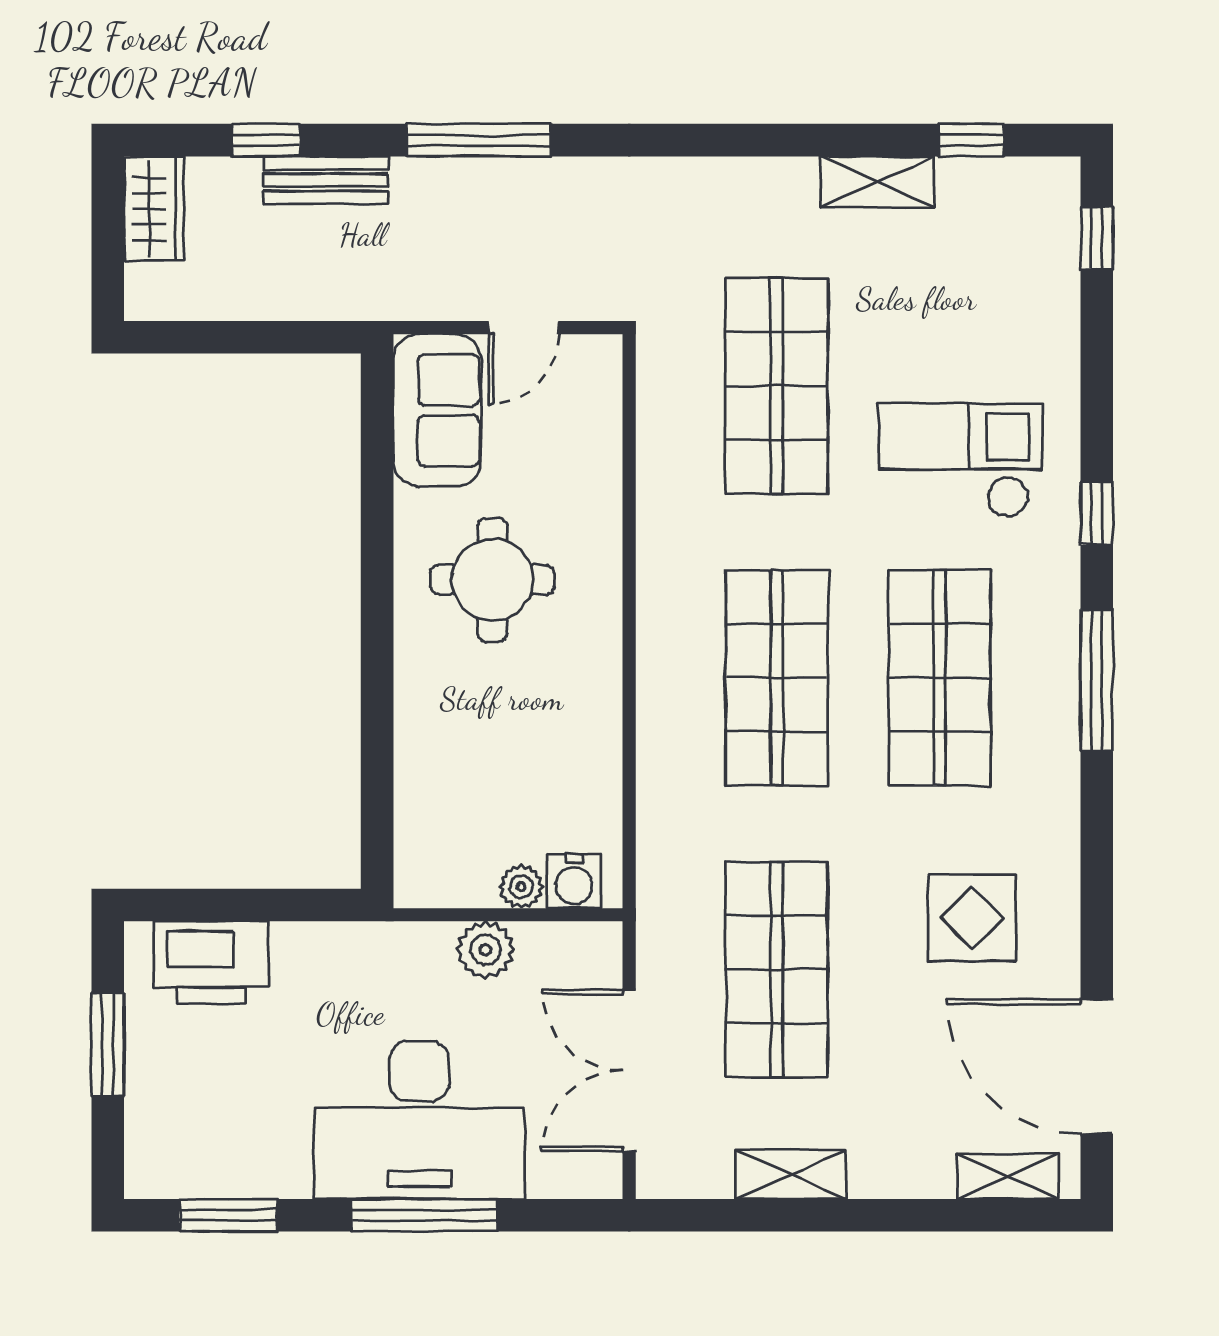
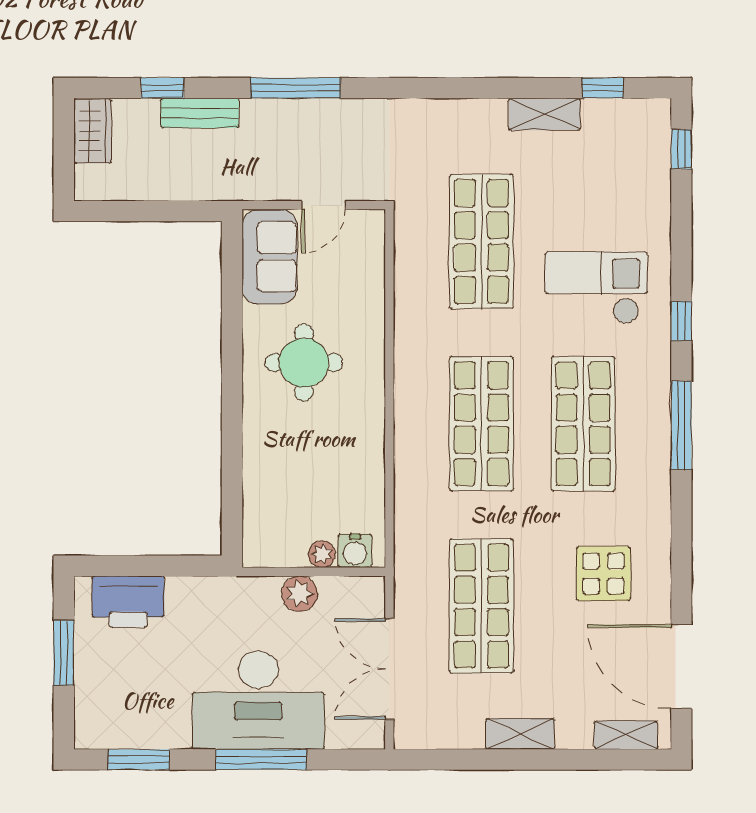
shelving: (791, 1174) -> (520, 734), moved

